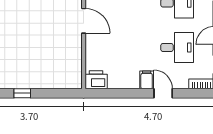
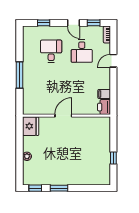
desk: (177, 47) -> (82, 51), turned 180
filing cabinet: (147, 80) -> (104, 94), moved

